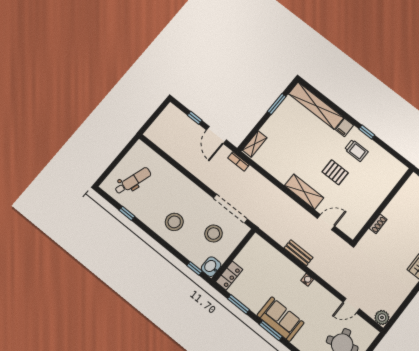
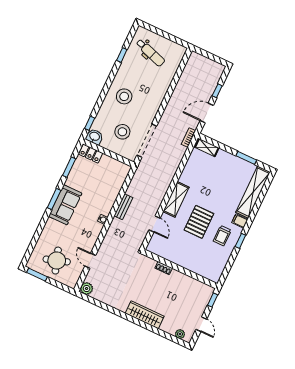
pallet: (335, 172) -> (199, 222), width x1.50, depth x1.42

